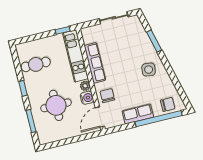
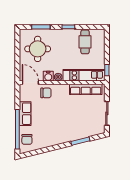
row of seats: (95, 63) -> (86, 89), moved
side table: (149, 70) -> (59, 131), removed
round table: (56, 105) -> (38, 49), moved

